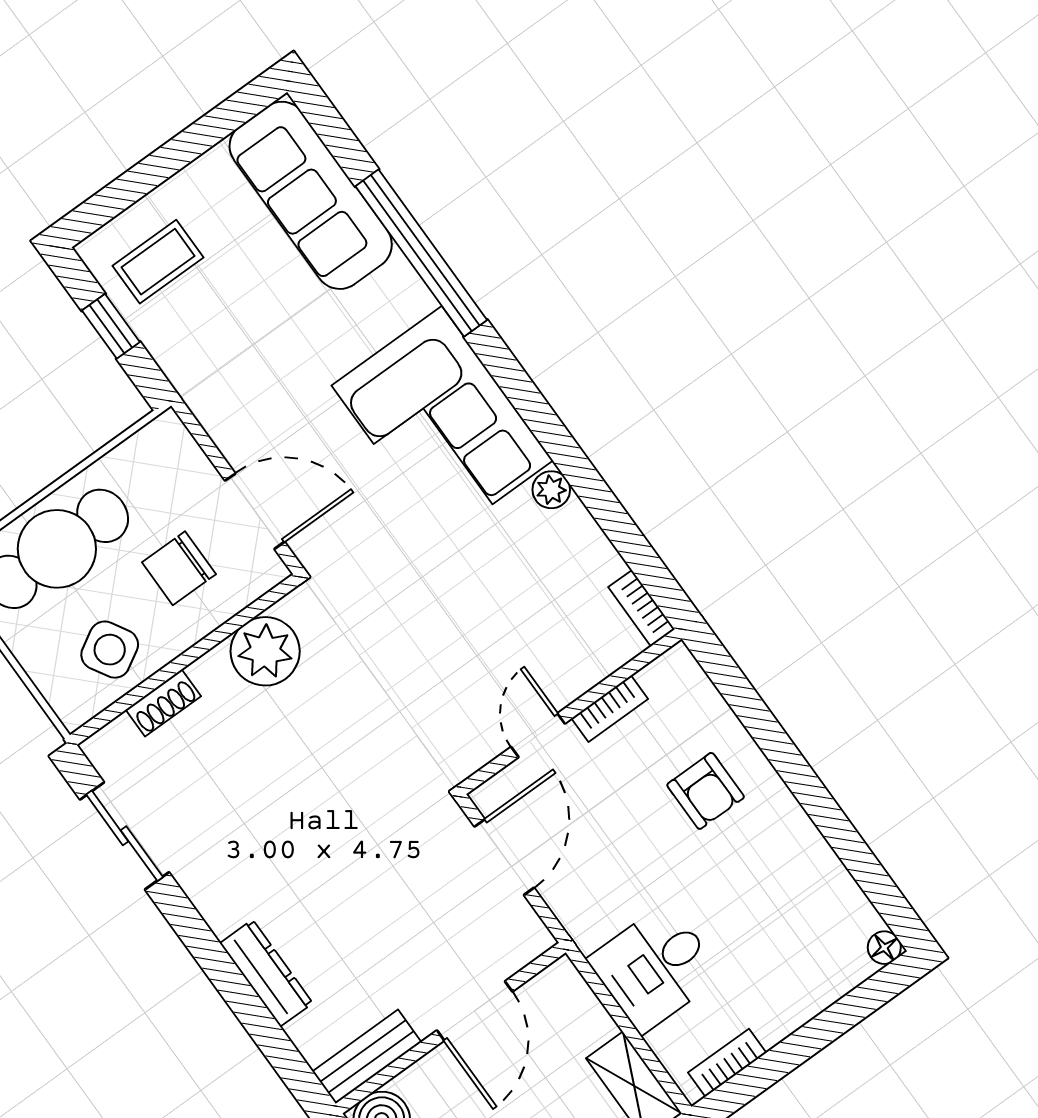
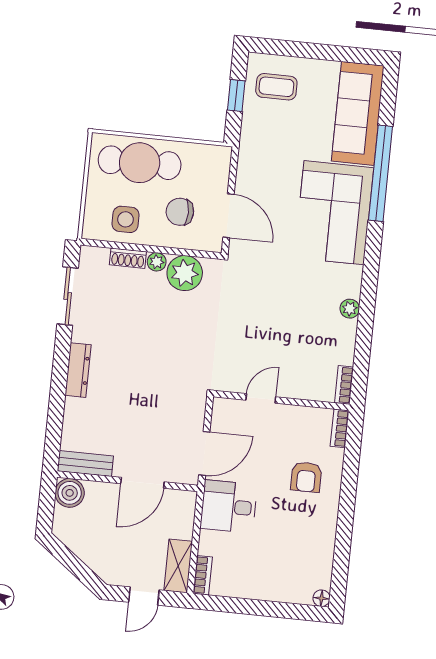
corner sofa: (442, 423) -> (334, 213), moved
side table: (110, 650) -> (126, 219), turned 30
plant: (210, 671) -> (157, 262), added
bookcase: (610, 709) -> (340, 428), moved, turned 90
door: (504, 857) -> (204, 453), moved
desk: (655, 968) -> (229, 507), moved
dresser: (266, 973) -> (78, 370), moved
bookcase: (727, 1063) -> (203, 575), moved, turned 90

